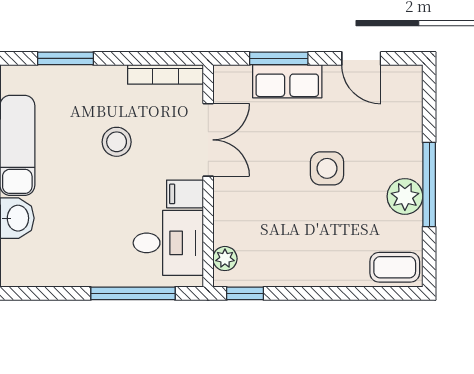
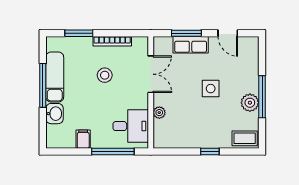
bookcase: (166, 74) -> (112, 41), moved
filing cabinet: (185, 194) -> (83, 139), moved, turned 90
plant: (225, 259) -> (159, 113), moved
window: (245, 293) -> (210, 152), moved

